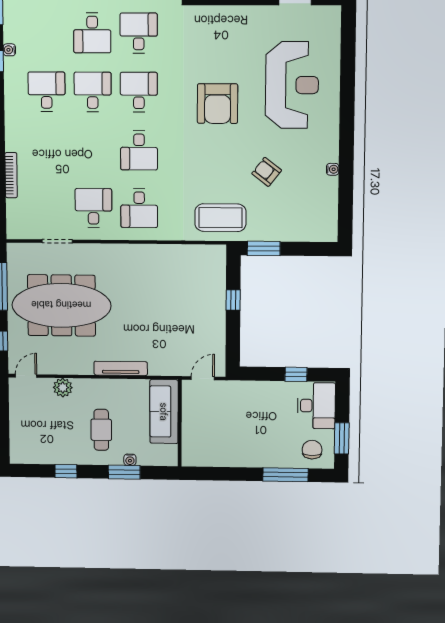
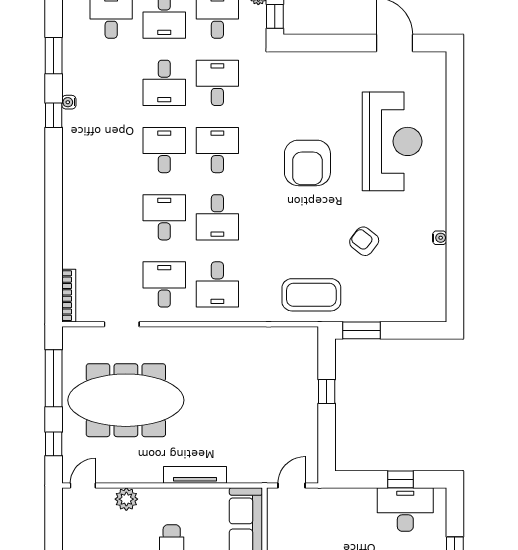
desk: (47, 92) -> (164, 217), moved
bookcase: (11, 175) -> (69, 296), moved
desk: (316, 406) -> (405, 509), moved, turned -90

